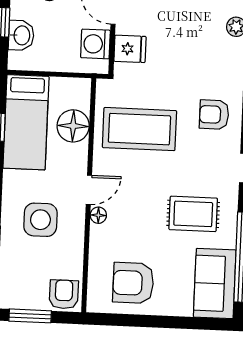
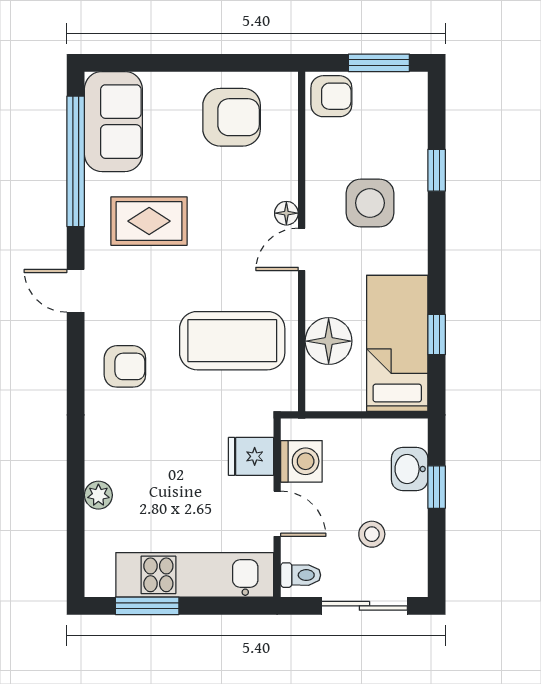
armchair: (64, 294) -> (331, 96), turned -90

